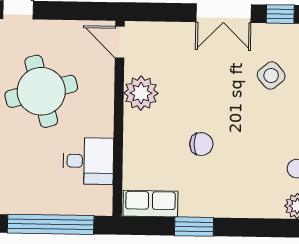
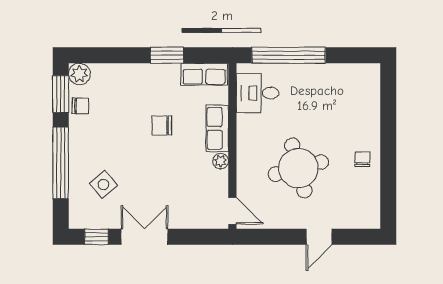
plant: (141, 93) -> (221, 161), width x0.53, depth x0.53
row of seats: (136, 140) -> (217, 128), added
desk: (88, 161) -> (258, 93), moved

